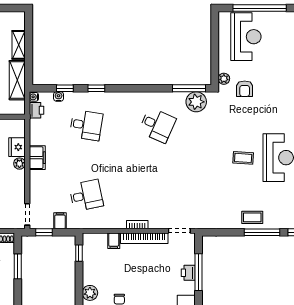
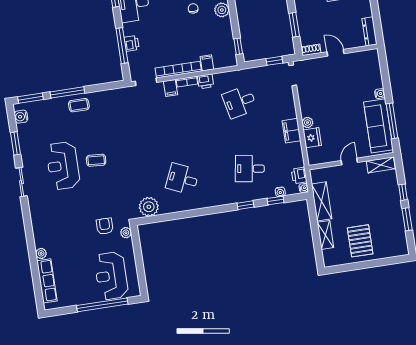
window: (189, 88) -> (158, 219), removed
filing cabinet: (60, 221) -> (170, 88), moved
printer: (118, 222) -> (206, 81), added

